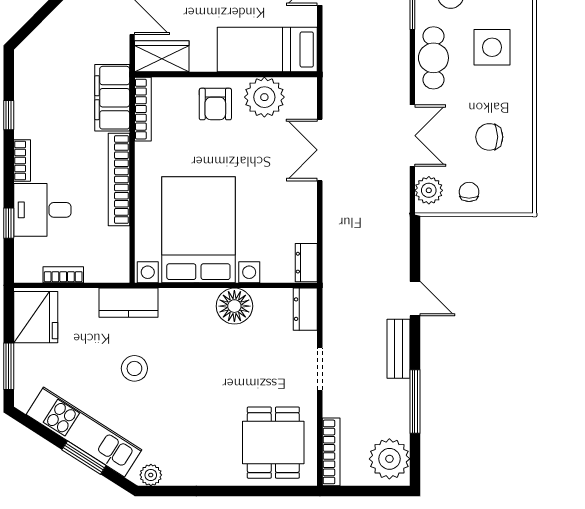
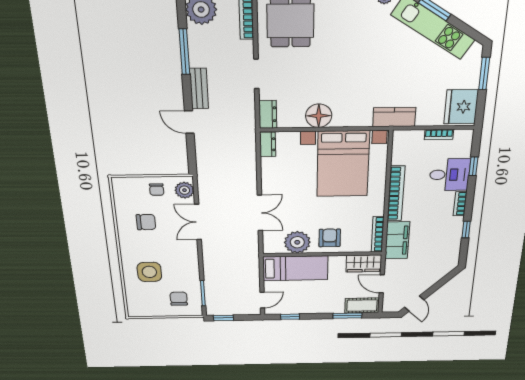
cafe table: (433, 58) -> (187, 266), removed
stool: (134, 368) -> (393, 73), removed

